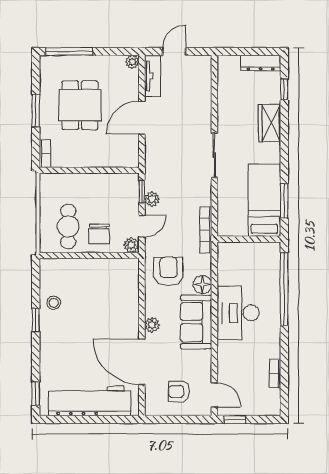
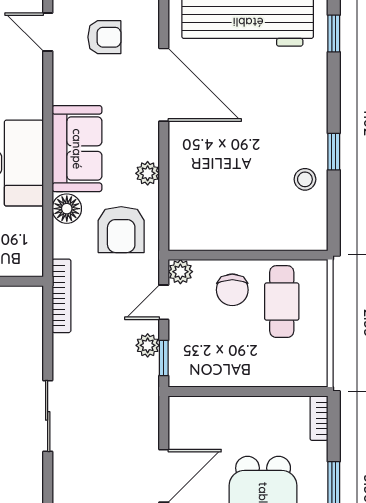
chair: (99, 234) -> (232, 290), turned 180
plant: (152, 325) -> (148, 173), moved

